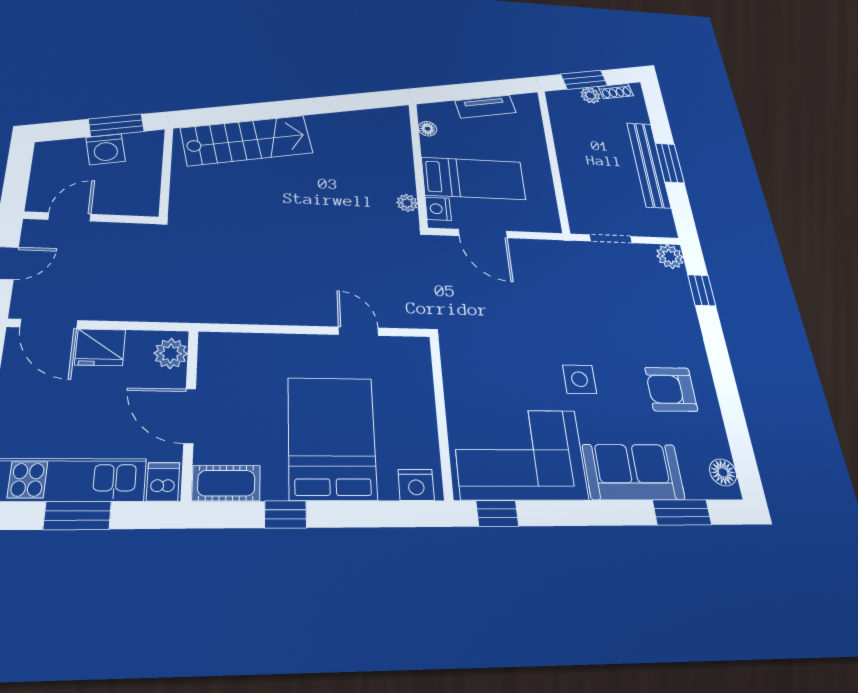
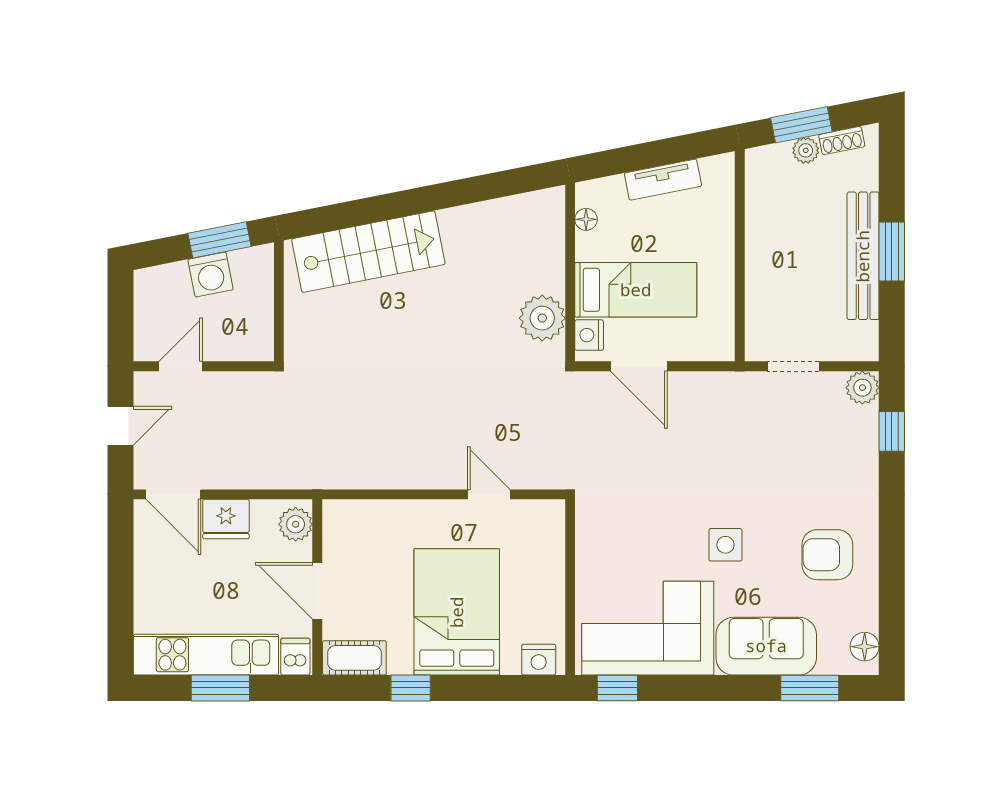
plant: (407, 203) -> (542, 318), width x1.87, depth x1.87

